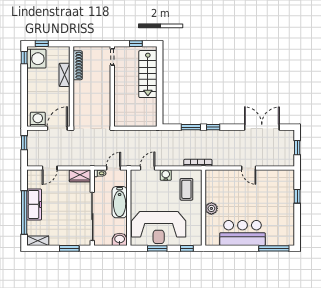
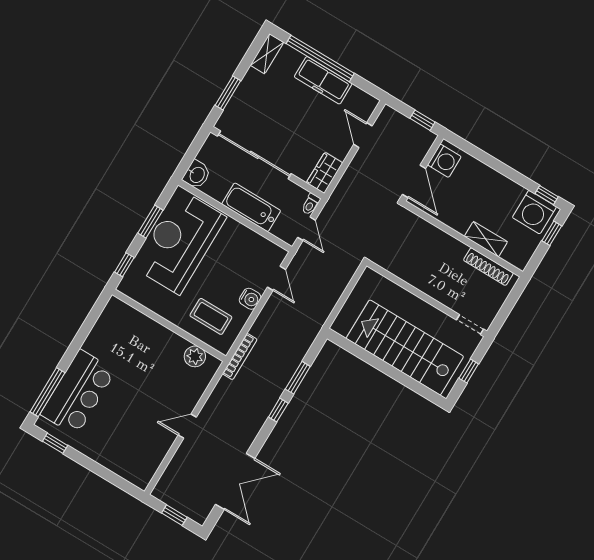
stairs: (148, 74) -> (405, 347), width x1.36, depth x1.51
window: (297, 196) -> (55, 443), moved
plant: (211, 208) -> (195, 356), moved
bar counter: (242, 233) -> (78, 392), moved

